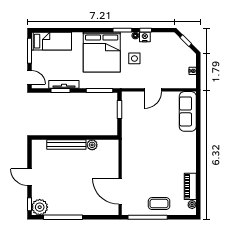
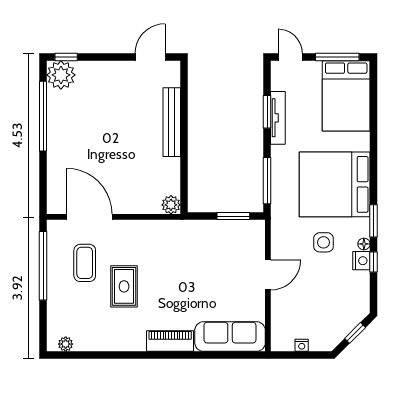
bed: (52, 41) -> (346, 96), width x1.50
door: (30, 77) -> (290, 57), swing flipped
door: (153, 90) -> (268, 275), swing flipped
plant: (92, 145) -> (171, 205), moved
rug: (159, 171) -> (124, 286), added
door: (30, 177) -> (150, 57), moved
piano: (190, 186) -> (170, 341), moved
door: (120, 191) -> (89, 217), hinge flipped
coffee table: (159, 204) -> (85, 263), moved

